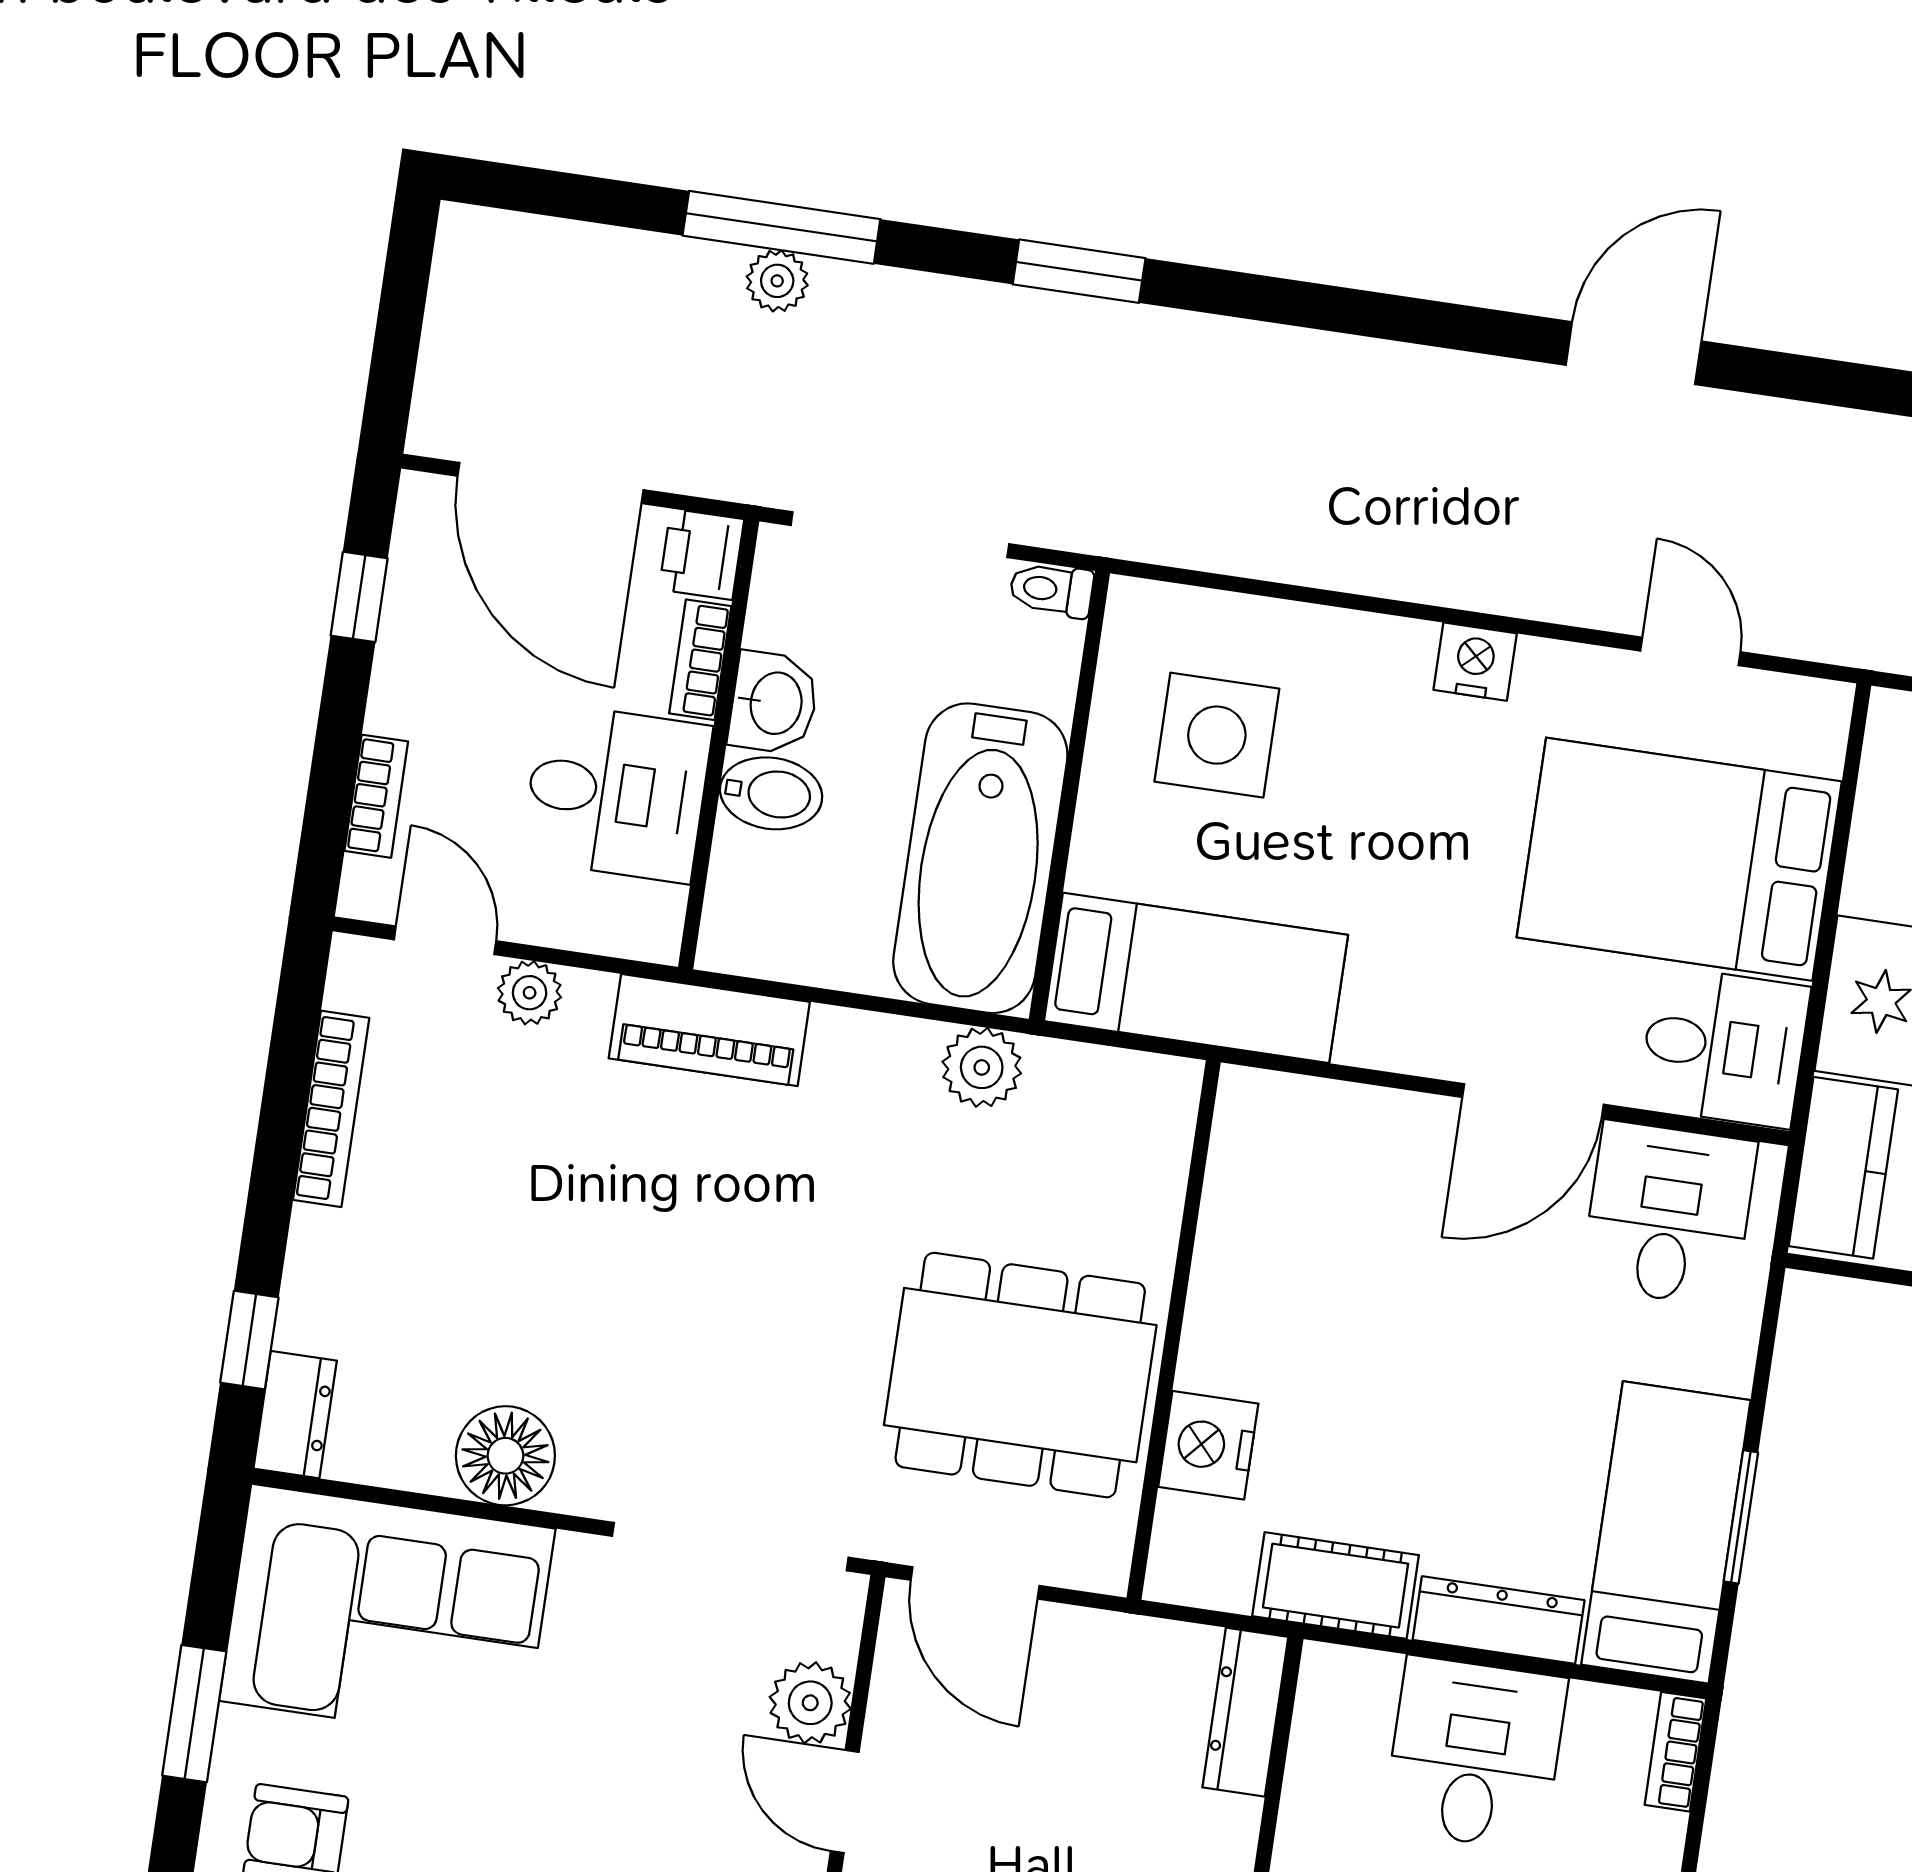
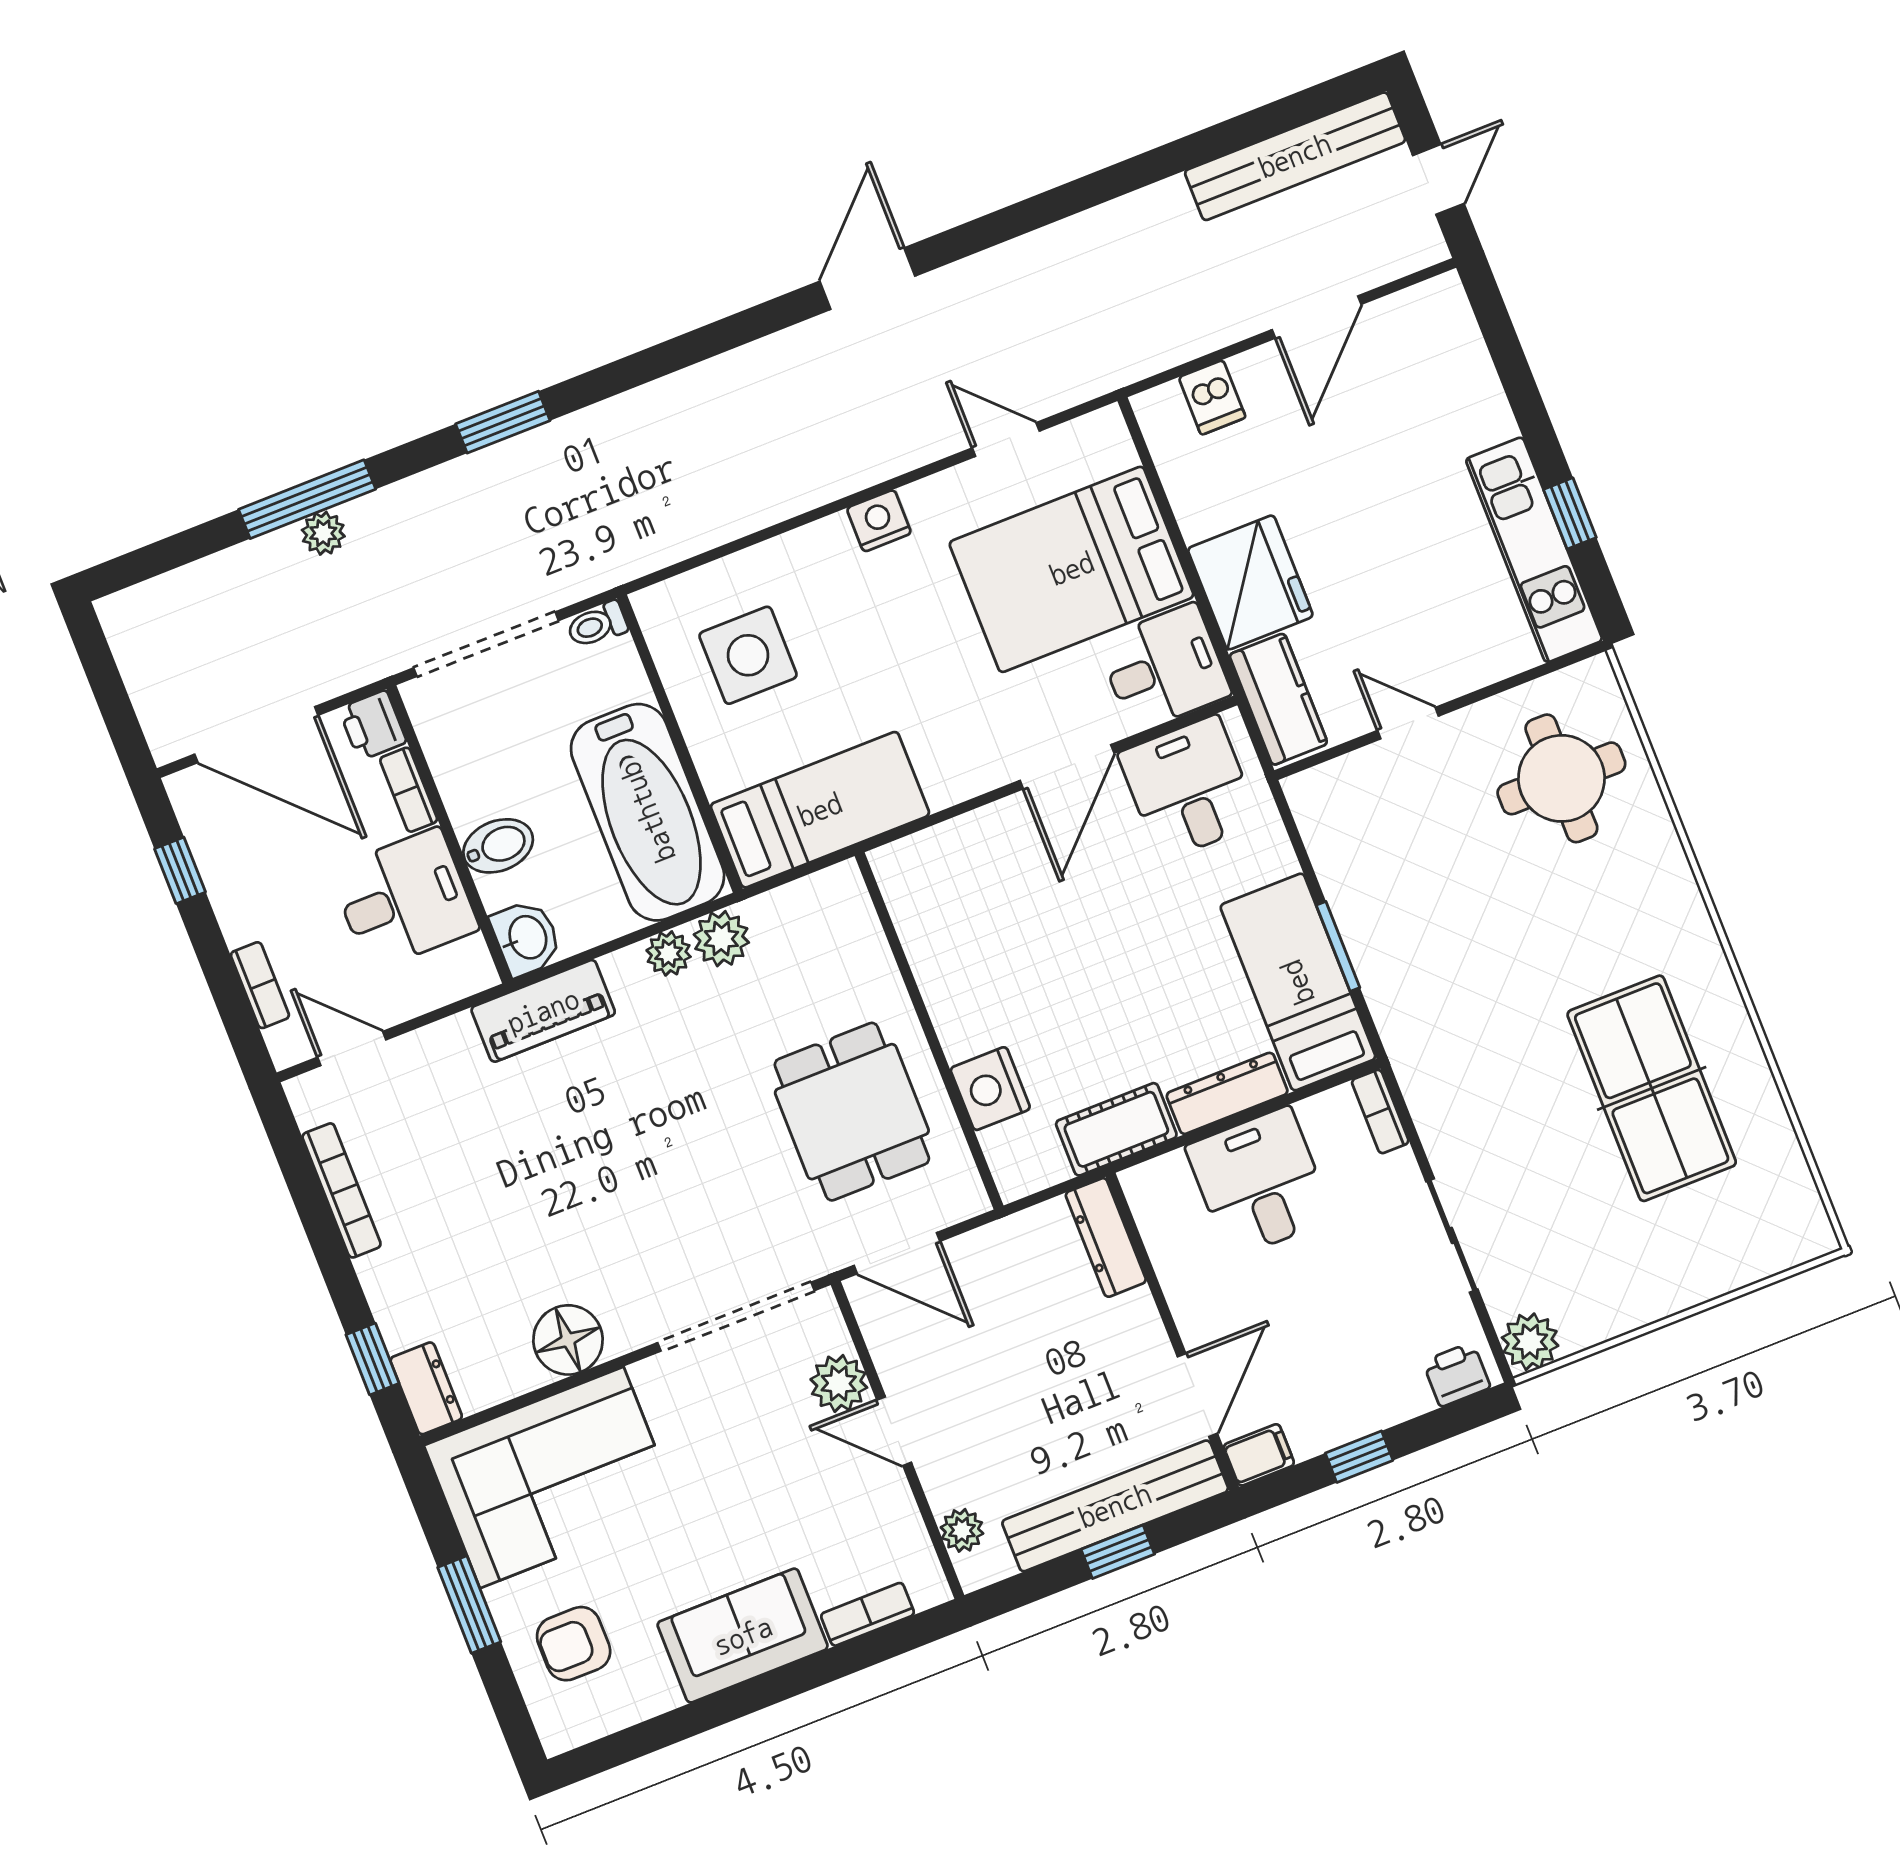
washbasin: (774, 703) -> (526, 938), moved
plant: (530, 993) -> (669, 953), moved
dining table: (1020, 1375) -> (852, 1112), width x0.73

